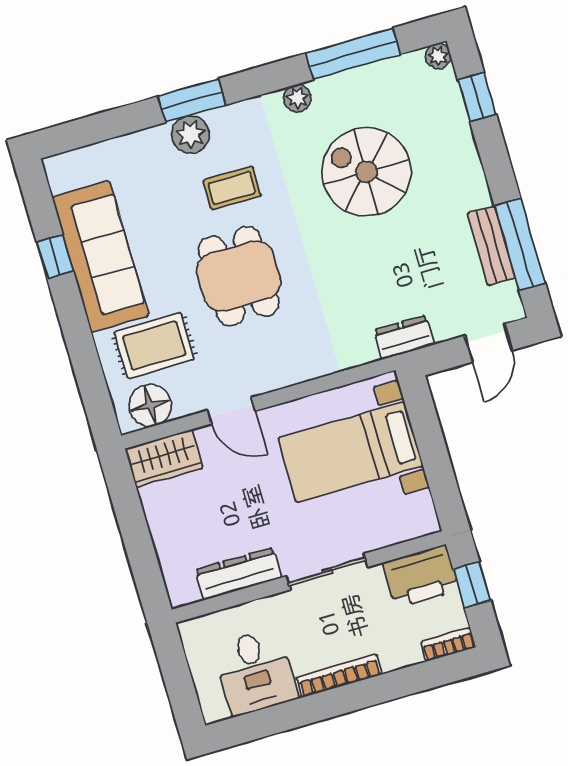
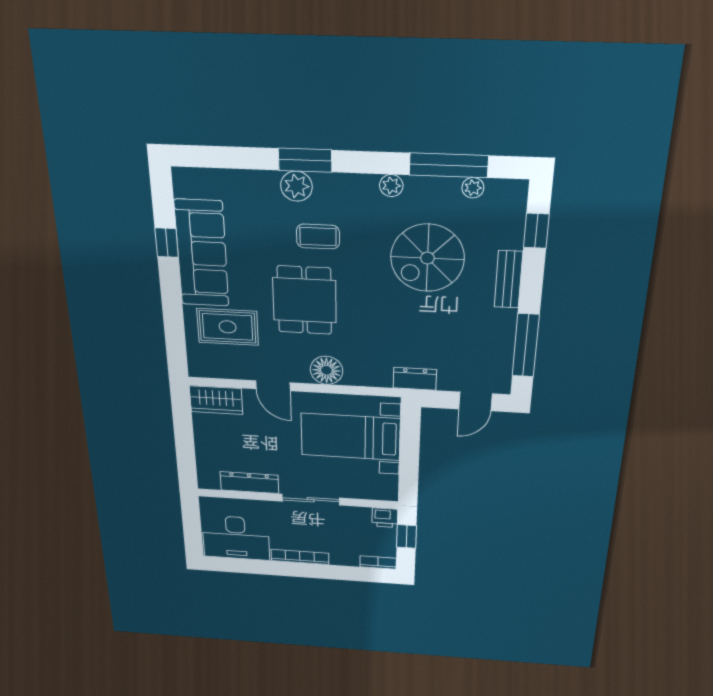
plant: (438, 56) -> (473, 188), moved
spiral stairs: (366, 172) -> (427, 258), turned -90
bench: (491, 245) -> (508, 279), moved
floor lamp: (150, 405) -> (326, 370), moved
printer: (421, 576) -> (385, 518), width x0.53, depth x0.68
desk: (255, 672) -> (236, 538), width x1.37

